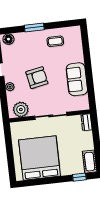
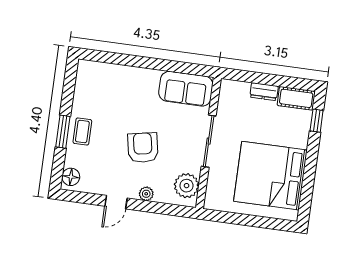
coffee table: (55, 41) -> (82, 131), moved
sofa: (77, 79) -> (186, 89), moved
dresser: (86, 122) -> (264, 92), moved

